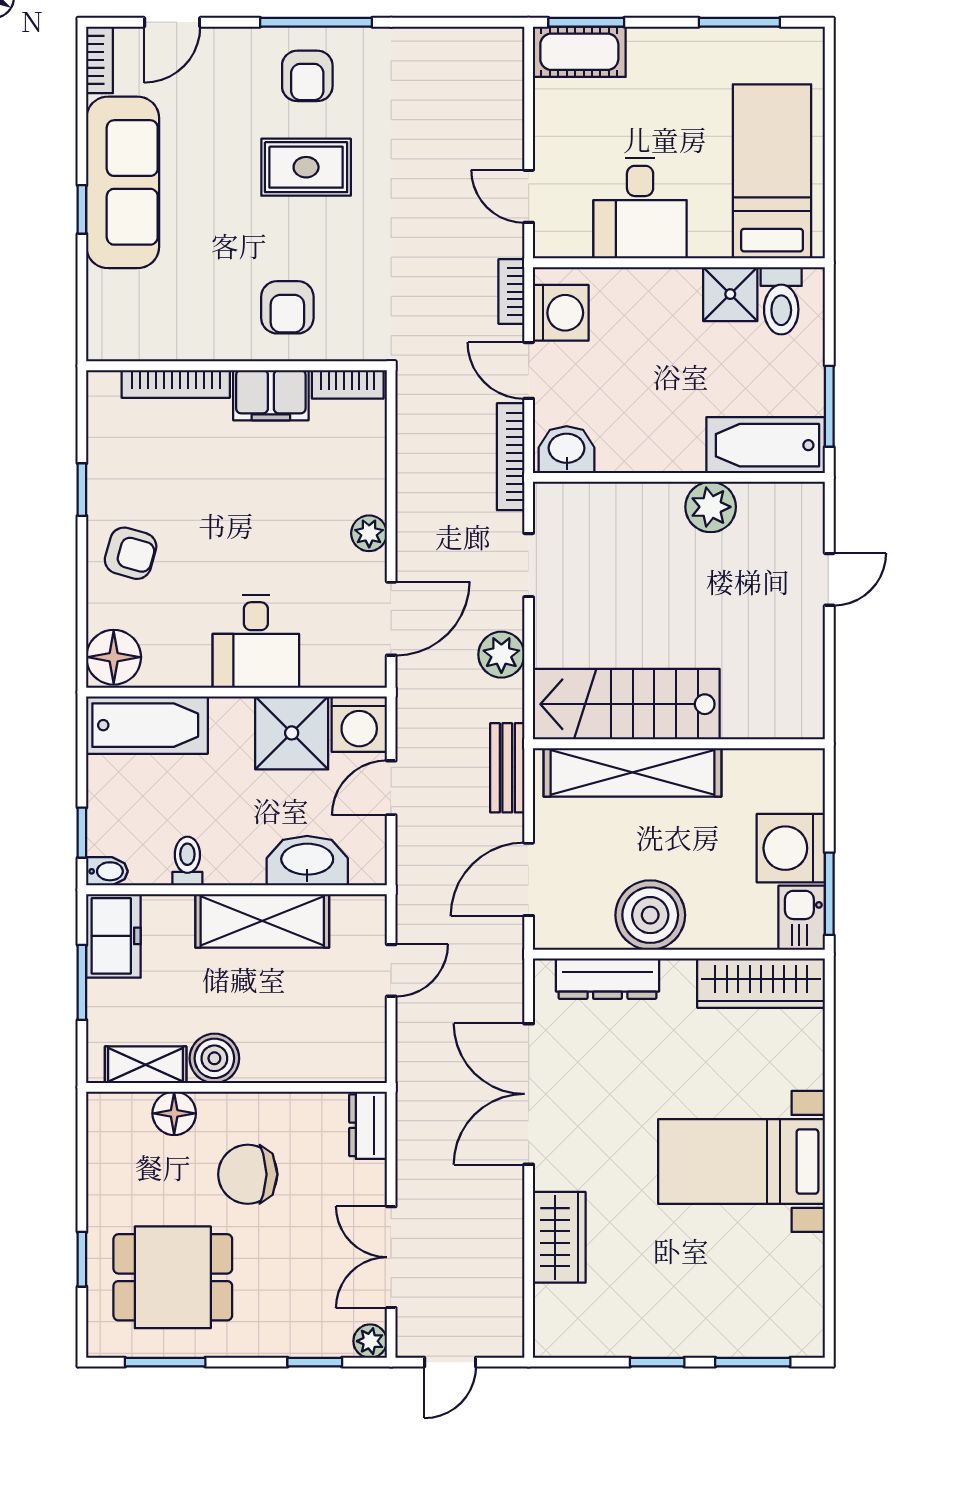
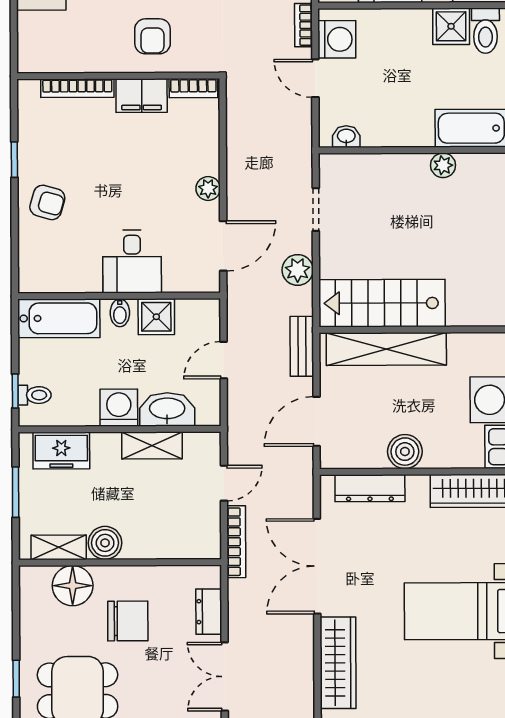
washbasin: (567, 450) -> (346, 136), width x0.72, depth x0.69
bookcase: (511, 457) -> (236, 542), moved, turned 180
plant: (711, 507) -> (443, 165), width x0.73, depth x0.73
floor lamp: (114, 657) -> (36, 273), removed
washing machine: (359, 724) -> (119, 408), moved, turned 180
shower: (292, 733) -> (156, 317), width x0.73, depth x0.73
toilet: (187, 861) -> (35, 395), moved, turned 90
bidet: (107, 871) -> (120, 313), moved, turned 90
boiler: (650, 915) -> (405, 452), width x0.73, depth x0.73
shelving: (262, 921) -> (152, 445), width x0.67, depth x0.75
freezer: (113, 936) -> (61, 451), moved, turned 90
floor lamp: (174, 1113) -> (73, 586), width x1.38, depth x1.38
dresser: (368, 1125) -> (209, 612), moved
chair: (248, 1174) -> (128, 621), turned 180
wardrobe: (559, 1237) -> (338, 663), width x1.50

